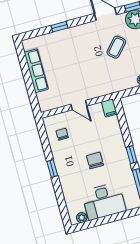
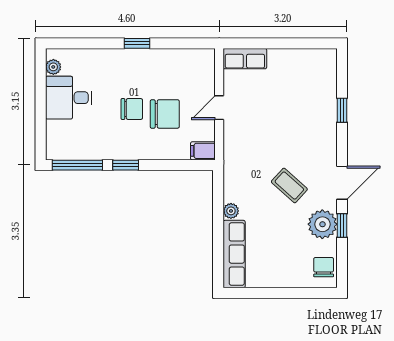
row of seats: (36, 71) -> (245, 59), moved, width x0.68
chair: (62, 134) -> (165, 114), moved, width x1.87, depth x1.87
desk: (104, 201) -> (69, 98), width x0.73

